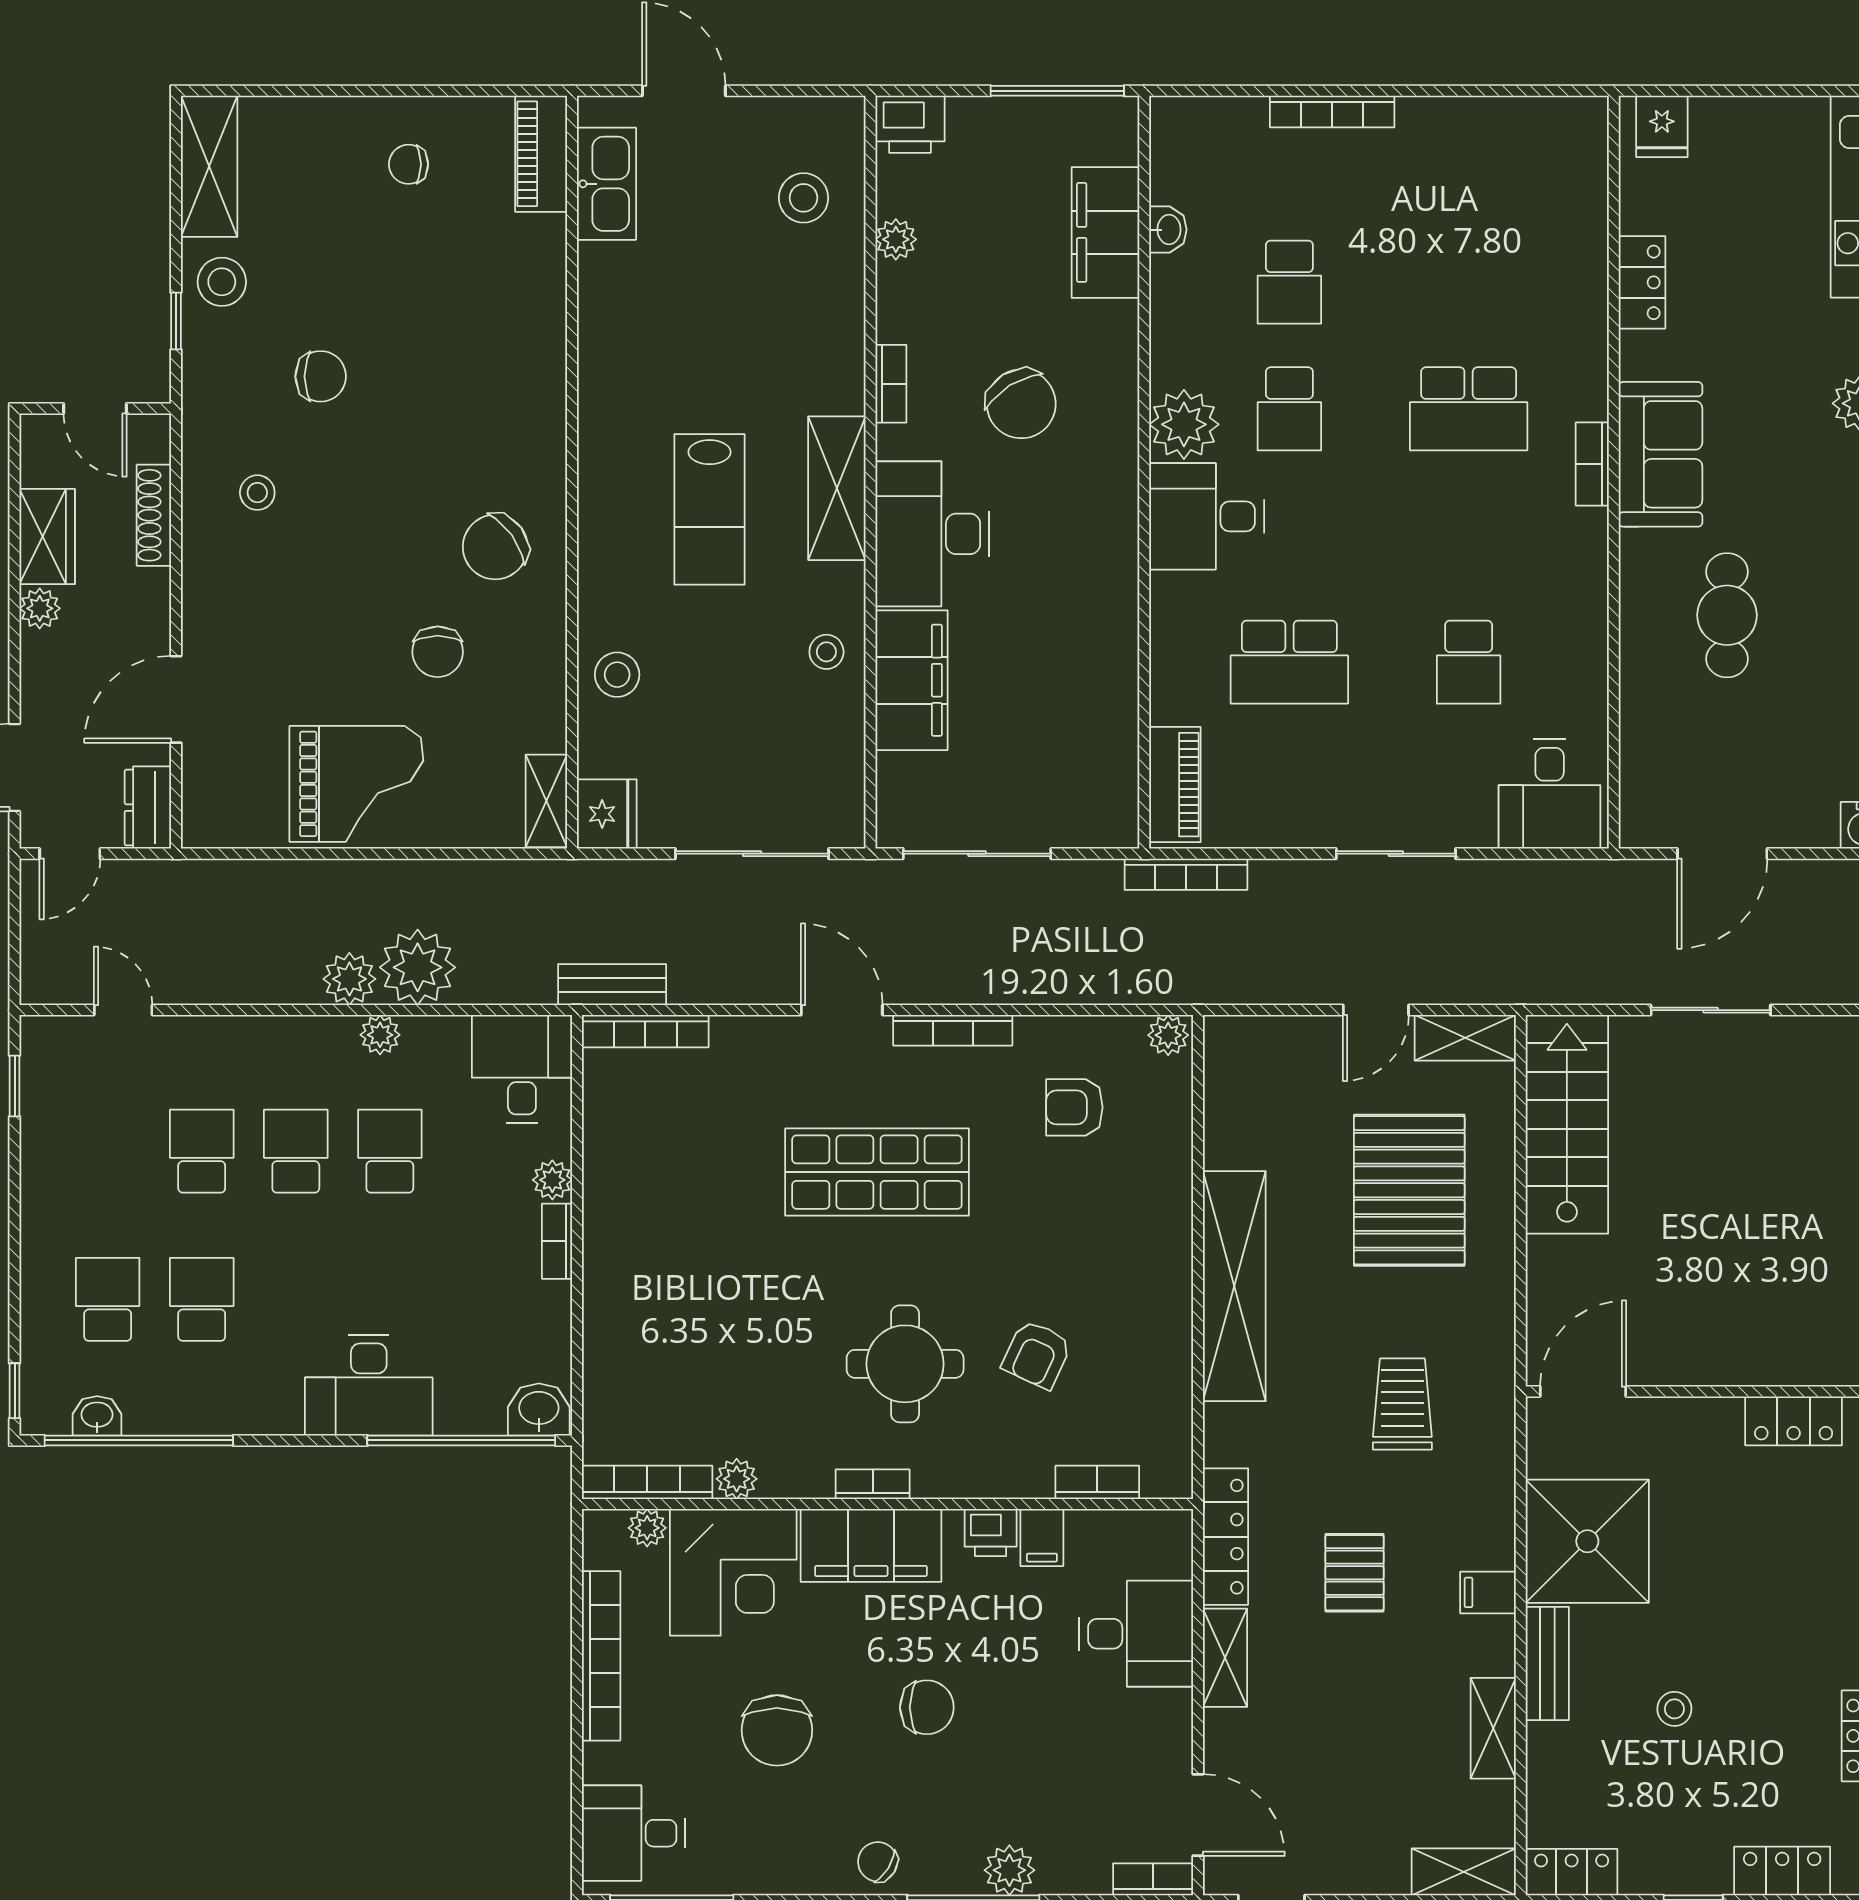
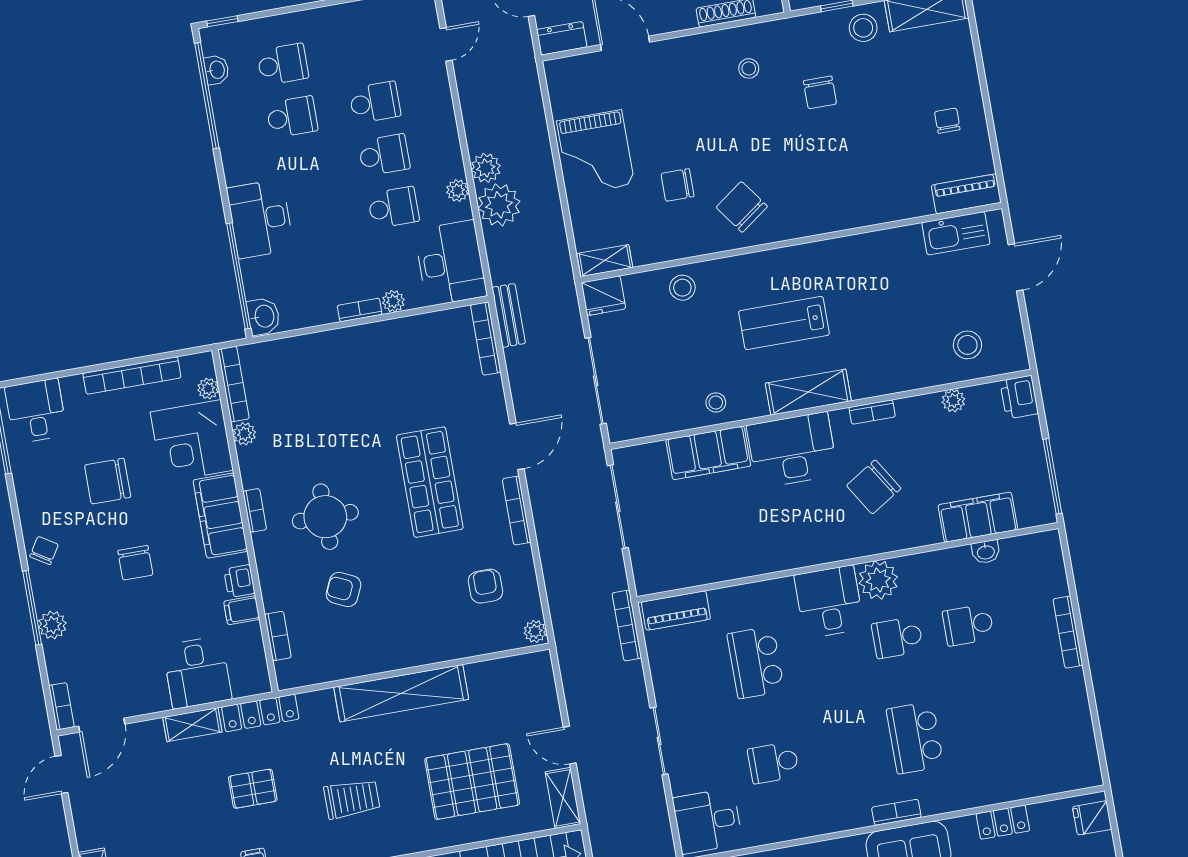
desk: (522, 1069) -> (451, 263), width x1.37

